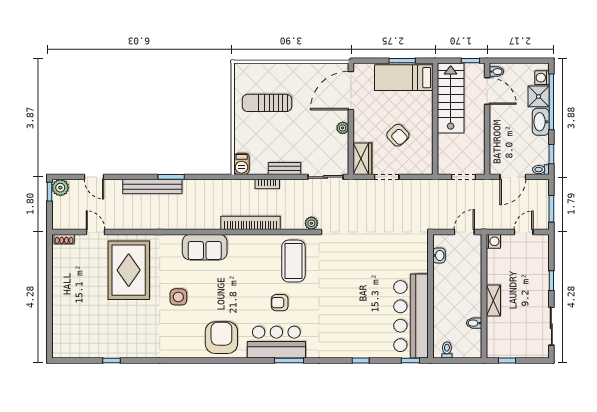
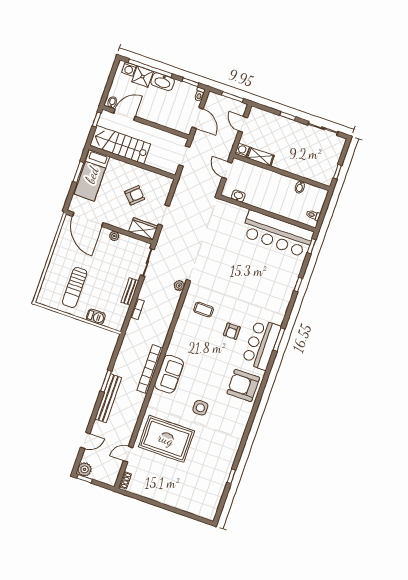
barbecue: (242, 164) -> (96, 317), moved
bookcase: (251, 223) -> (150, 369), moved
coffee table: (293, 261) -> (204, 310), width x0.54, depth x0.58
shelving: (493, 301) -> (260, 157), moved

